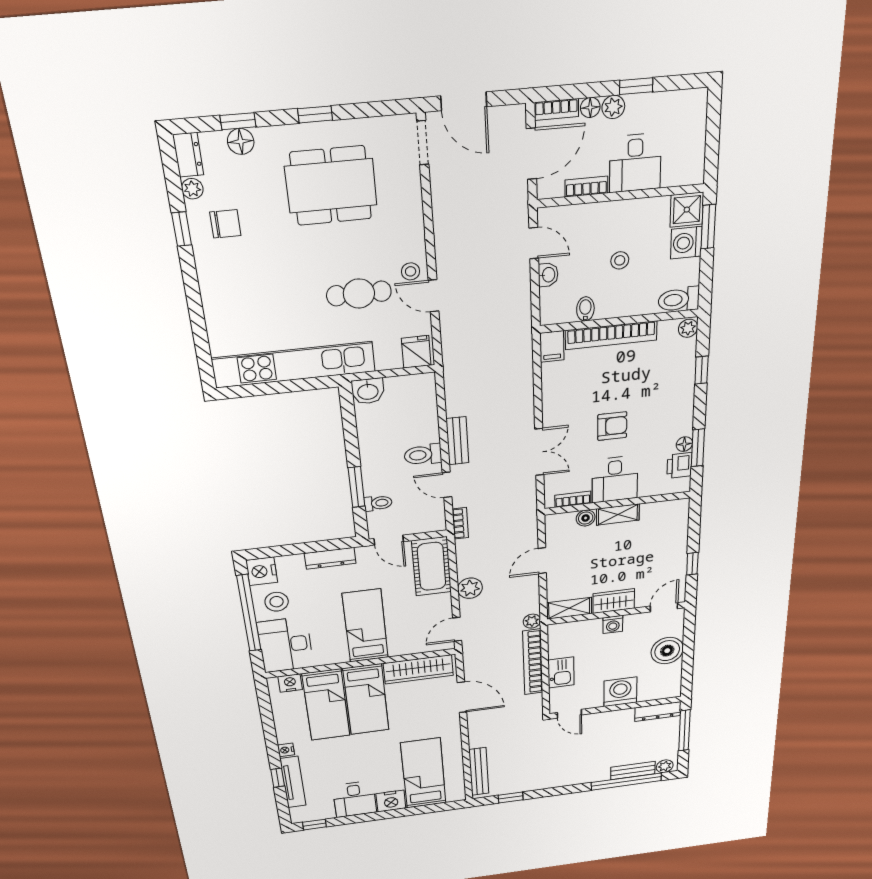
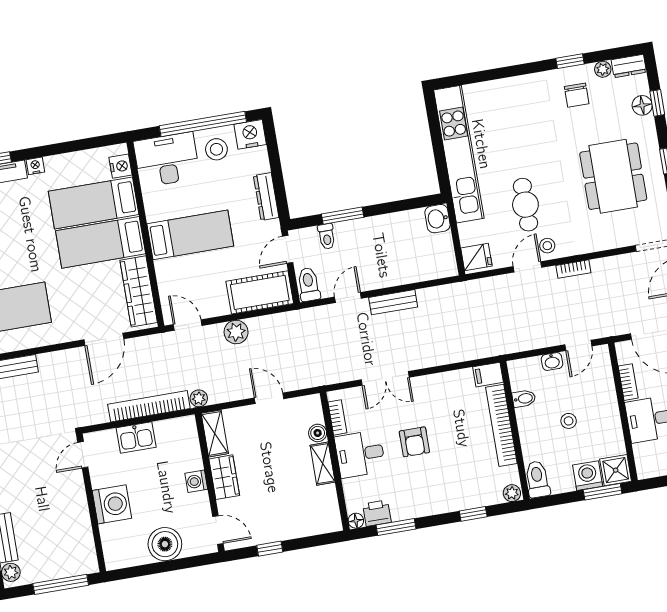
floor lamp: (684, 444) -> (356, 521), moved
toilet: (423, 455) -> (309, 284), moved
bookcase: (460, 523) -> (573, 269), moved
dresser: (658, 712) -> (86, 550), removed

